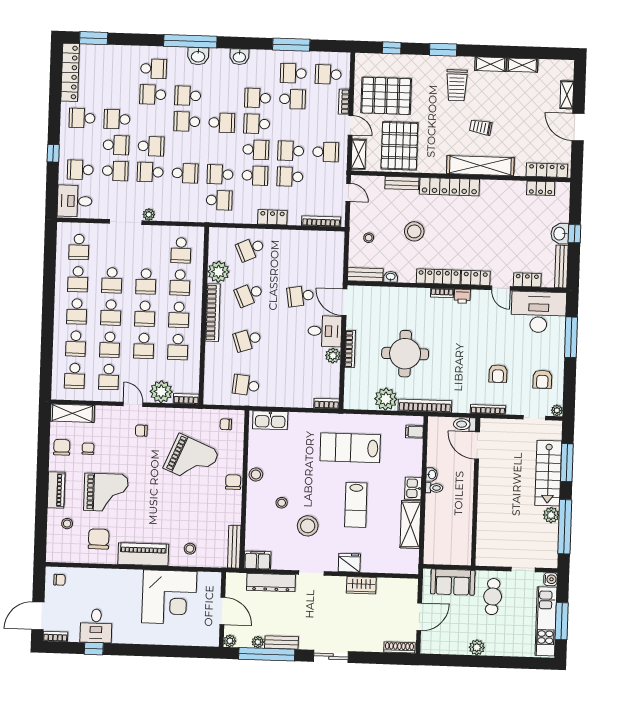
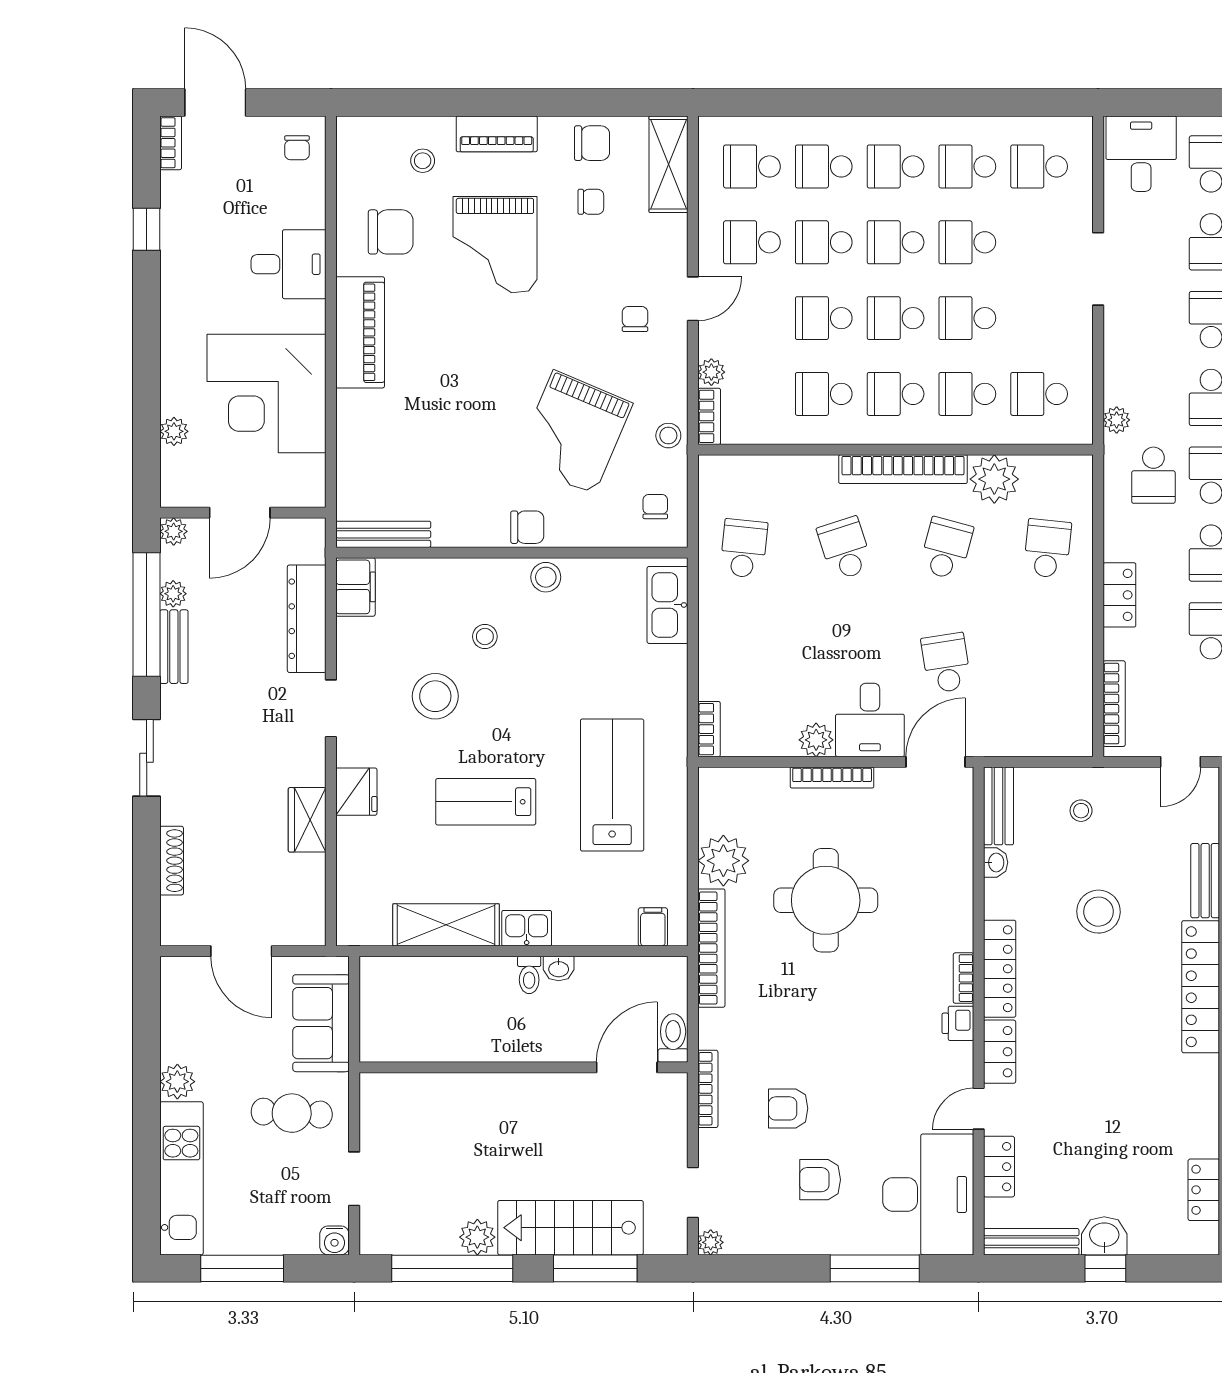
plant: (149, 214) -> (1117, 420), moved
school desk: (250, 249) -> (1047, 548), turned 30
school desk: (249, 294) -> (946, 548), turned 39
armchair: (542, 379) -> (820, 1180), moved
plant: (161, 392) -> (711, 372), width x0.53, depth x0.53
stool: (190, 549) -> (668, 436), moved
kitchen unit: (546, 621) -> (181, 1178), moved, turned 90
desk: (96, 626) -> (289, 264), moved, turned 180
plant: (185, 639) -> (174, 431), added
shoe rack: (399, 647) -> (172, 861), moved

